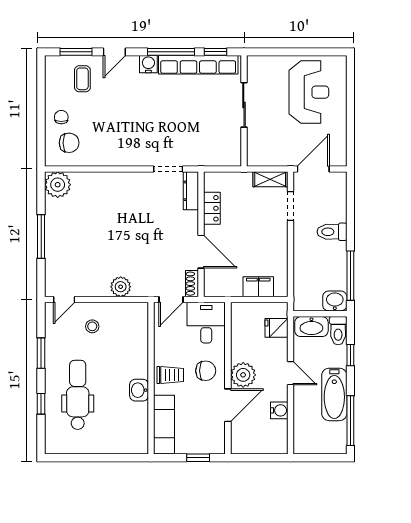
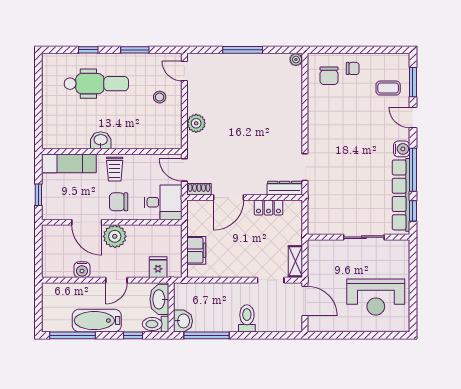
plant: (58, 185) -> (296, 60), width x0.53, depth x0.53
chair: (206, 371) -> (119, 202), turned 90

